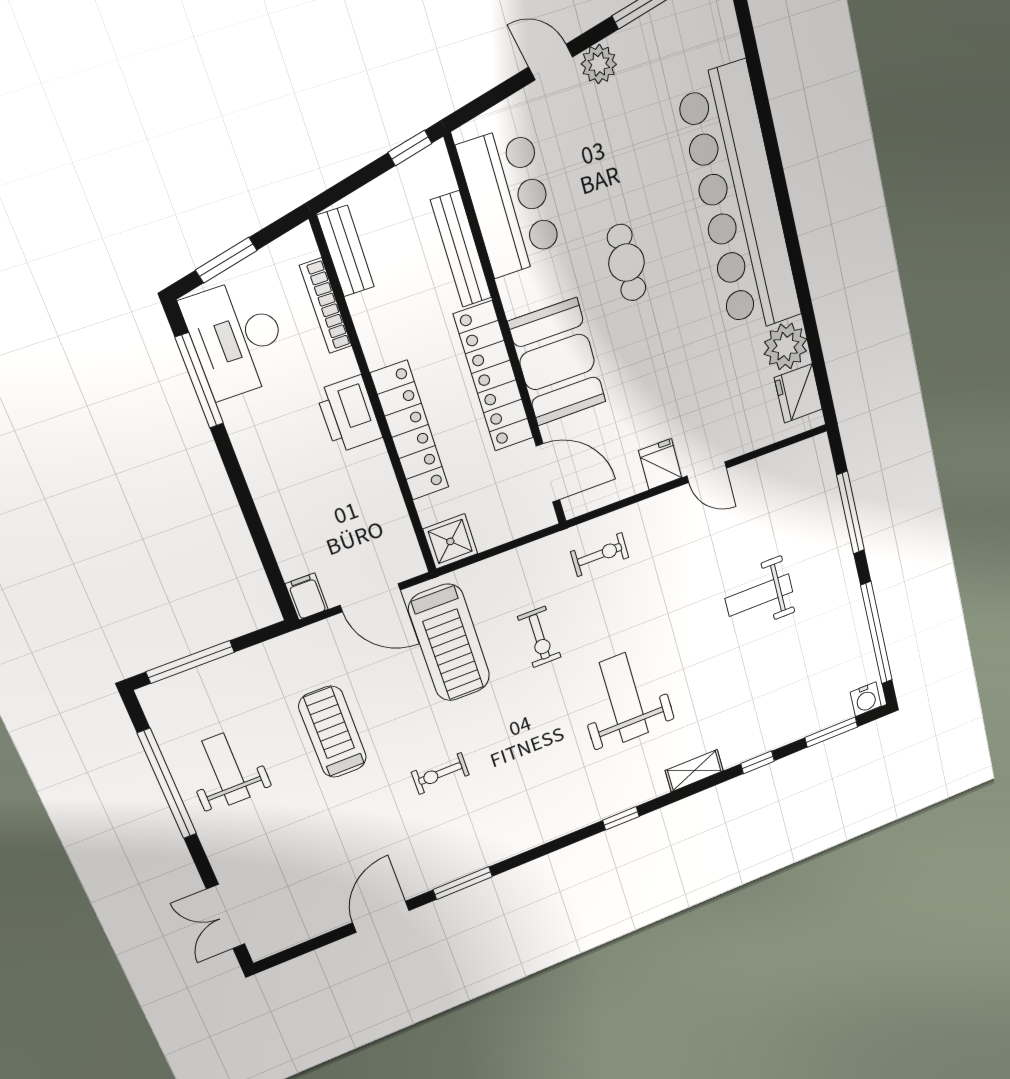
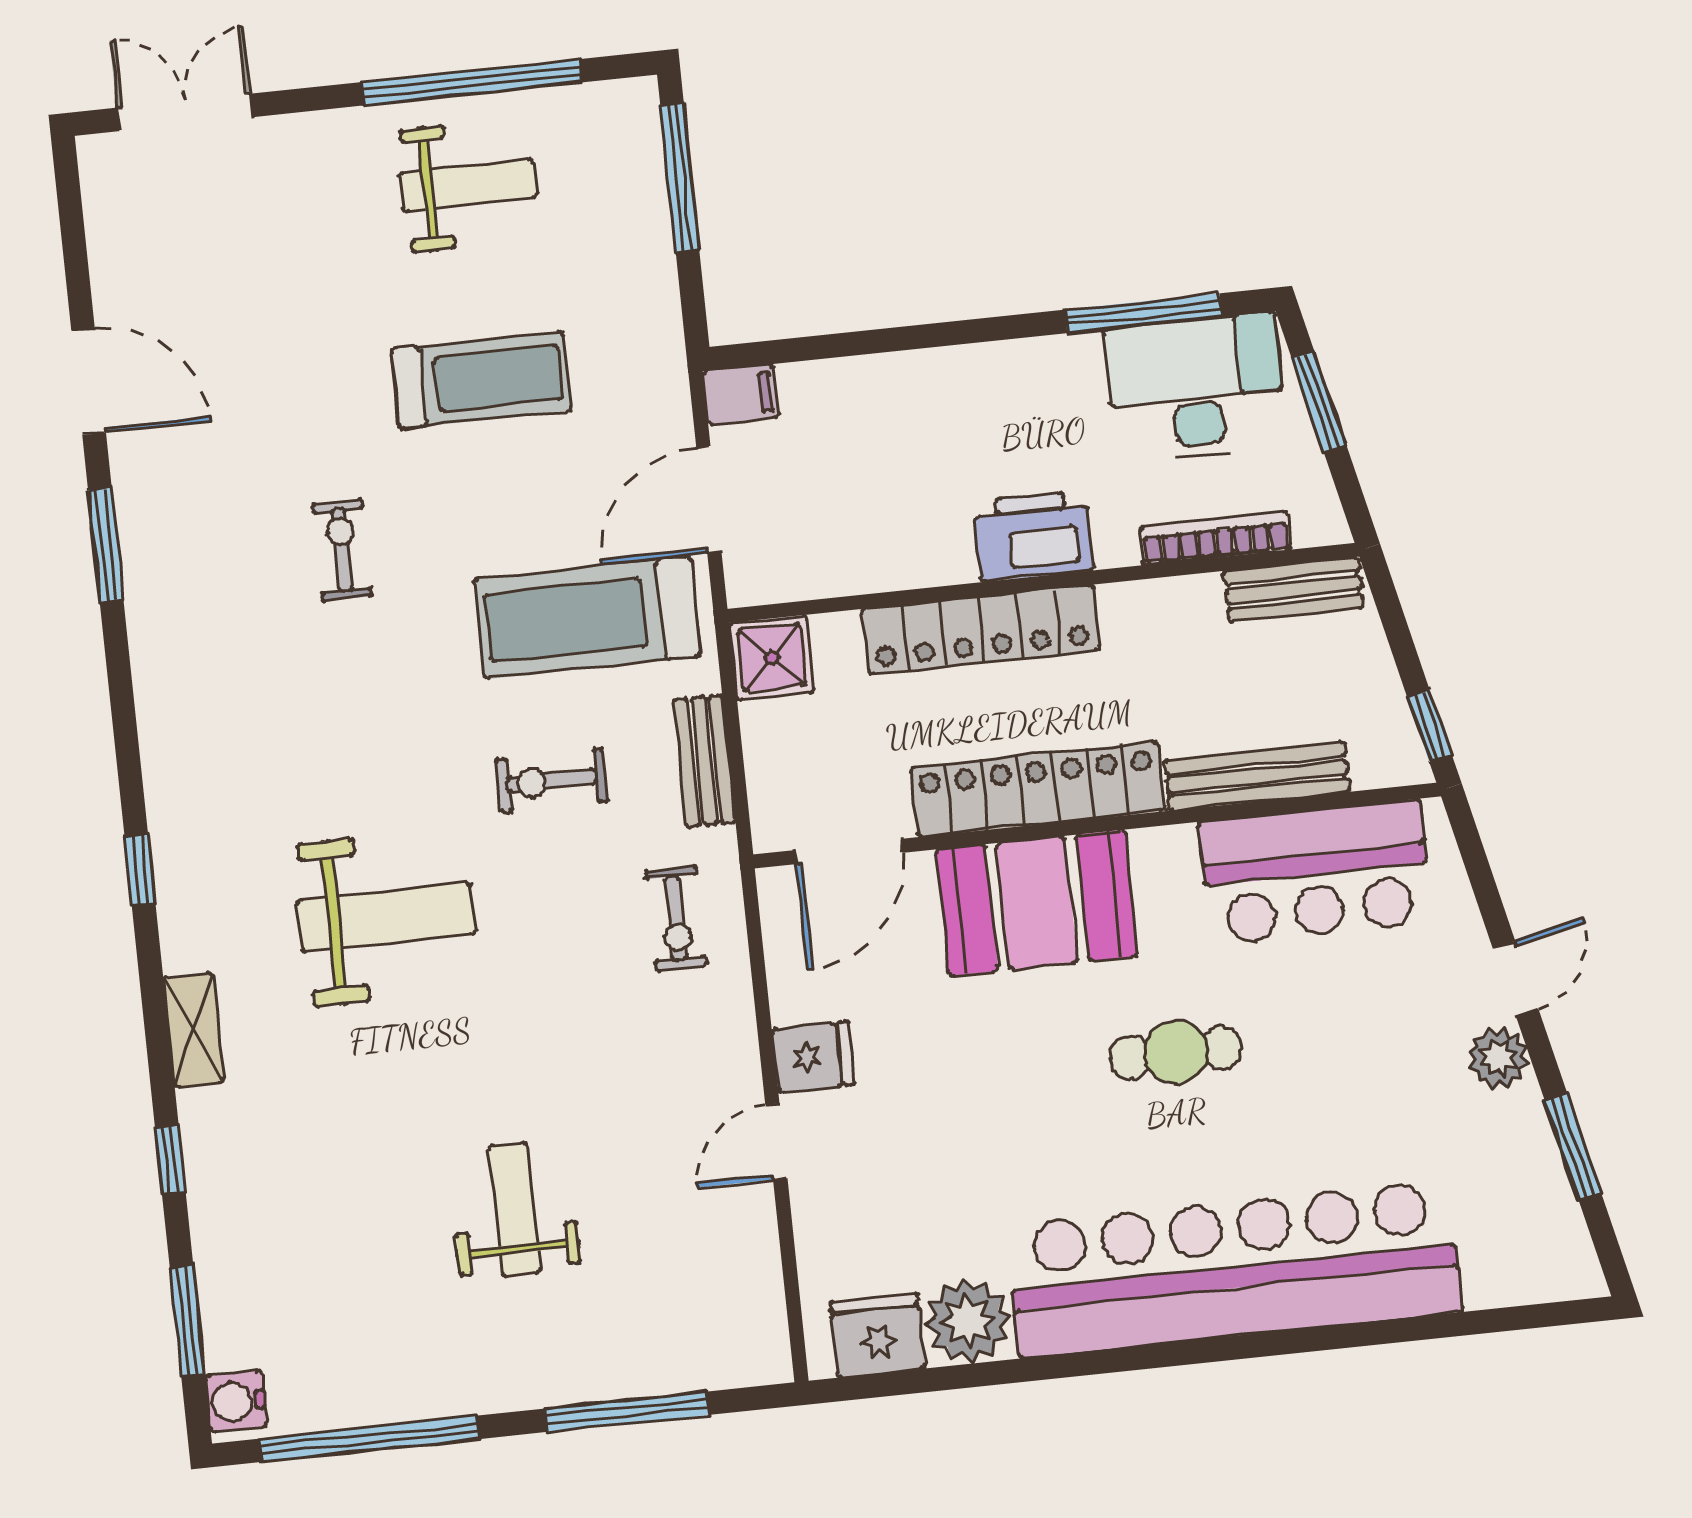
bench: (514, 562) -> (705, 761), added

